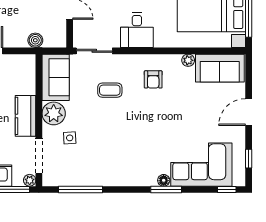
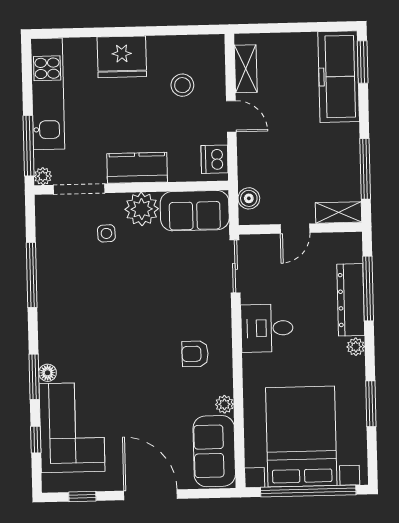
boiler: (35, 40) -> (249, 198), moved
dishwasher: (21, 63) -> (215, 159), added
coffee table: (110, 90) -> (178, 291), removed
door: (249, 112) -> (151, 495), width x1.36
window: (81, 189) -> (32, 275), moved
window: (227, 189) -> (36, 440), moved

